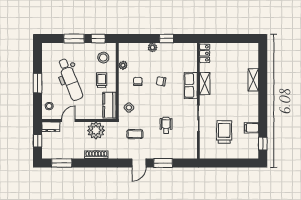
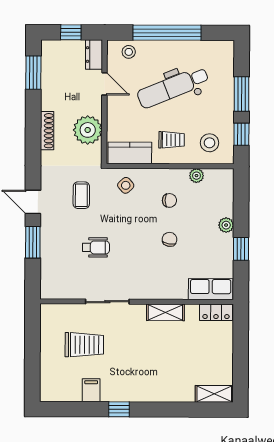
shelving: (253, 80) -> (214, 394), moved
window: (38, 83) -> (167, 33), width x2.11
row of seats: (191, 86) -> (211, 289), moved
window: (263, 144) -> (119, 409), moved

